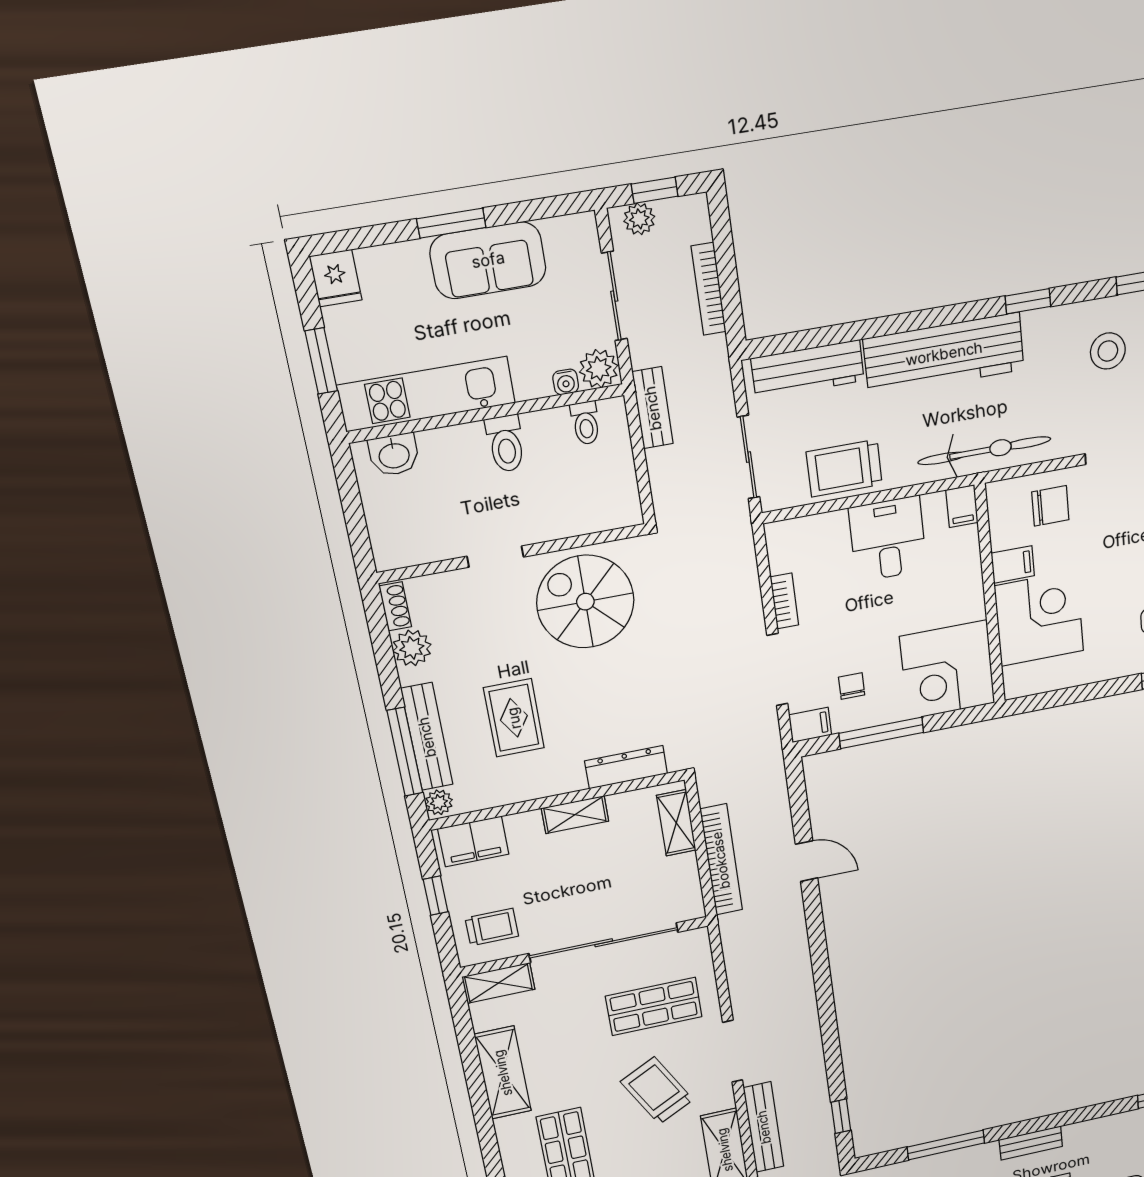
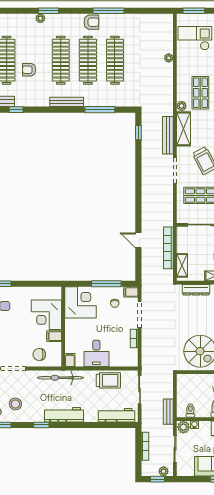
workbench: (944, 354) -> (64, 415), width x0.73, depth x0.76
bench: (1031, 1143) -> (67, 102), width x1.36

